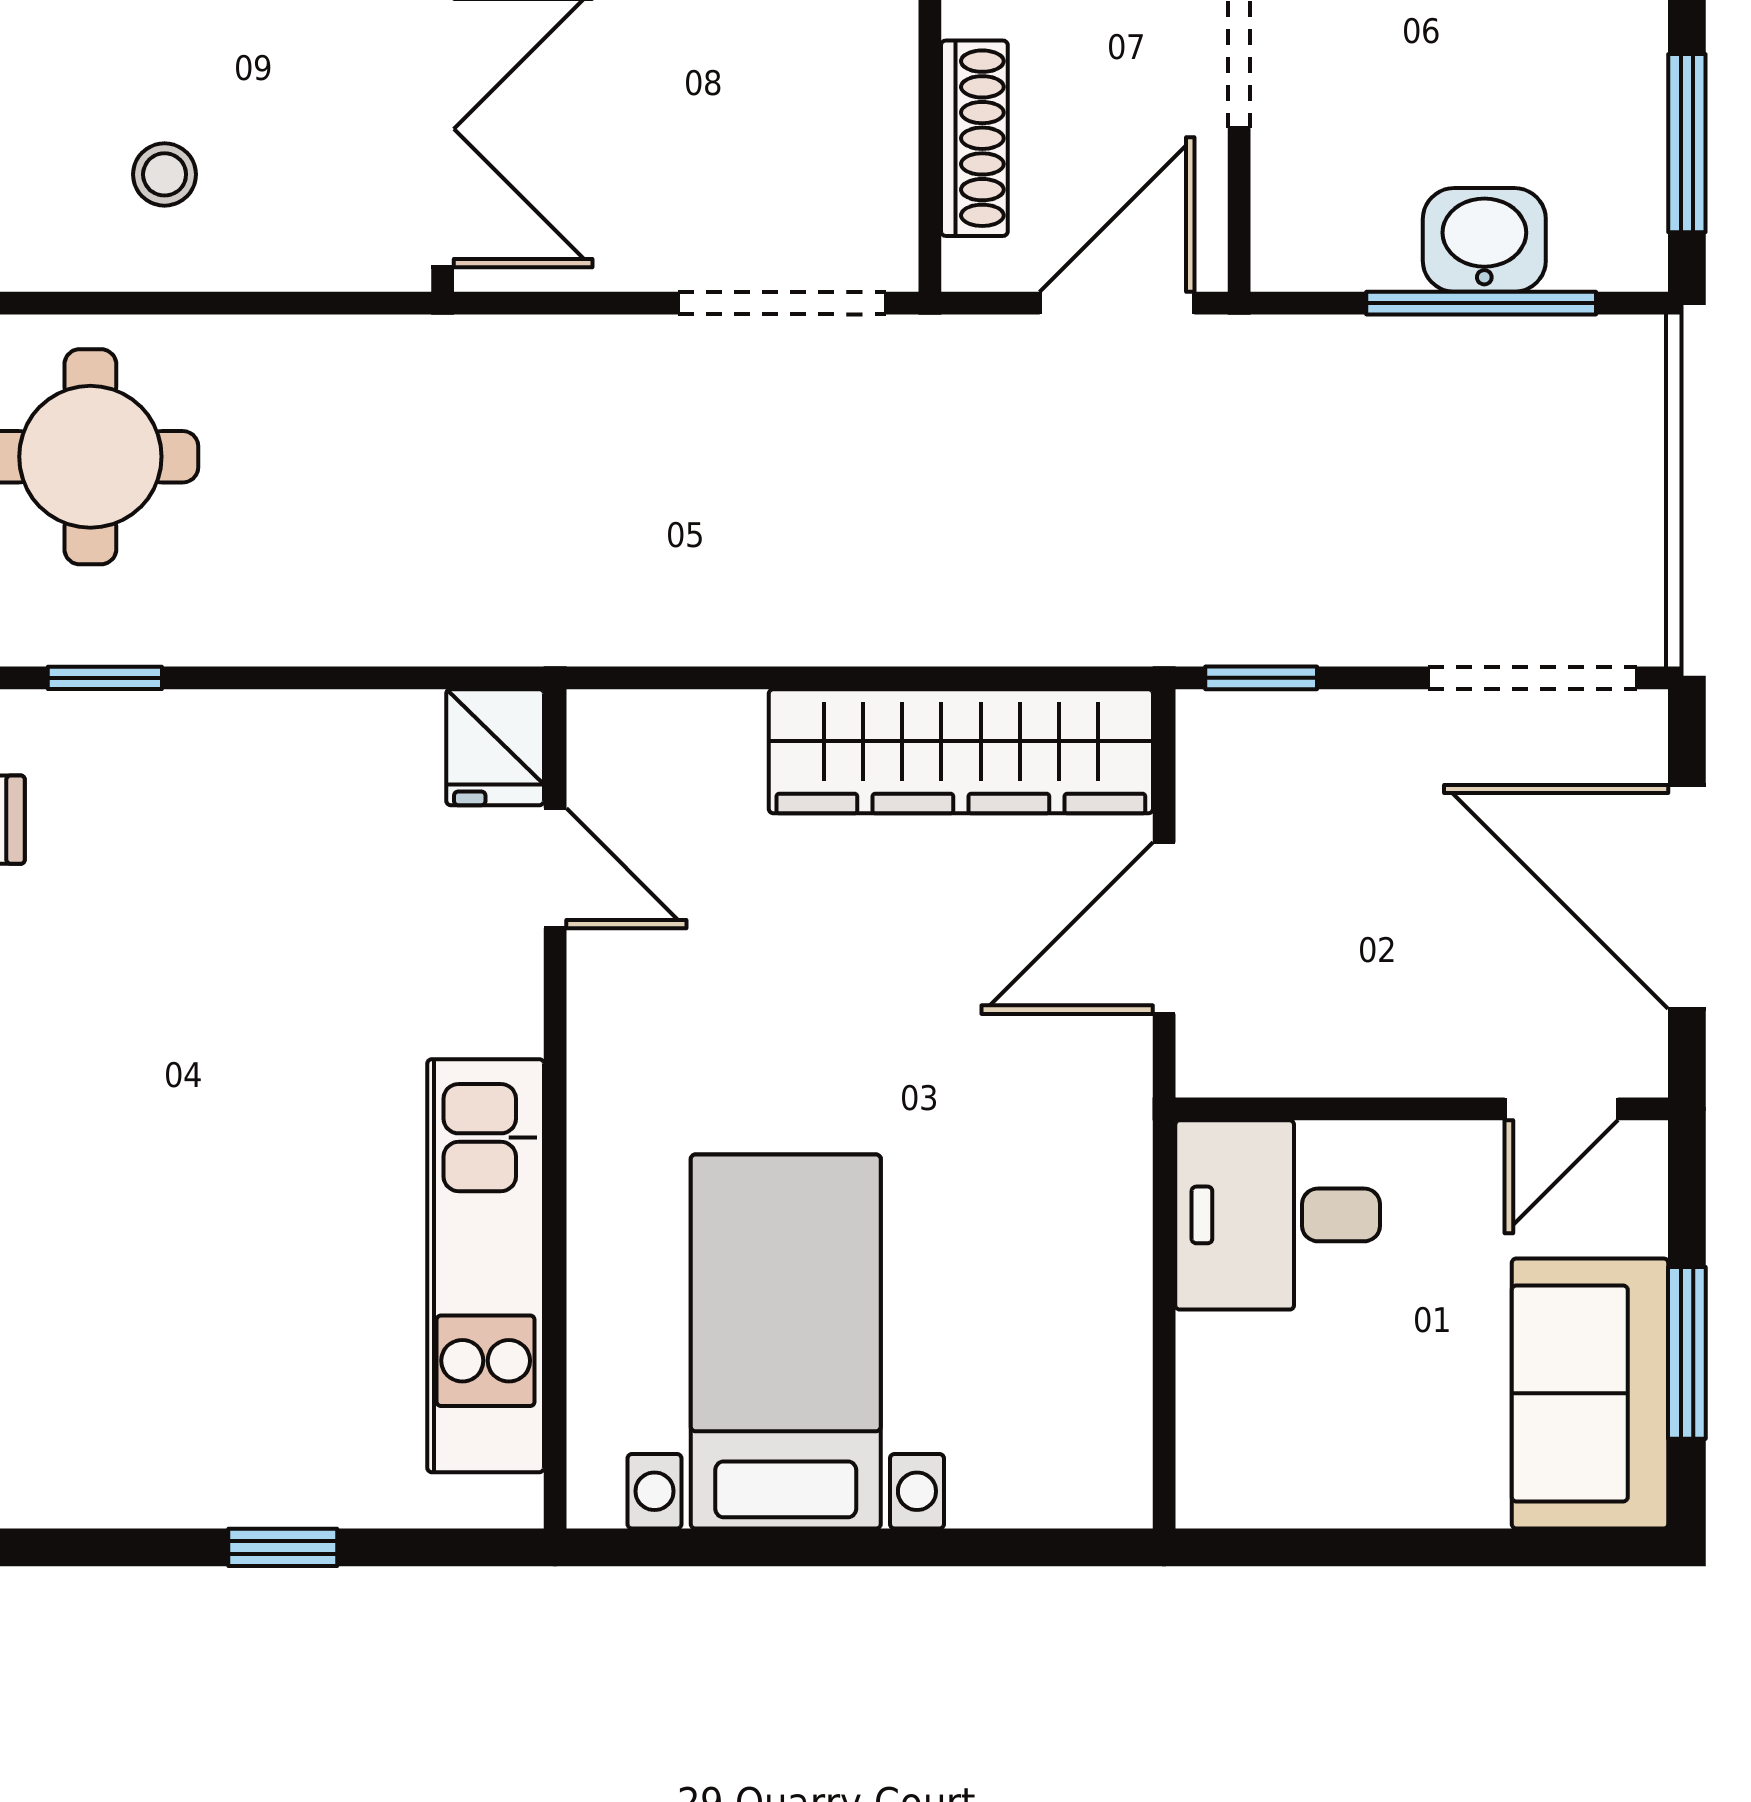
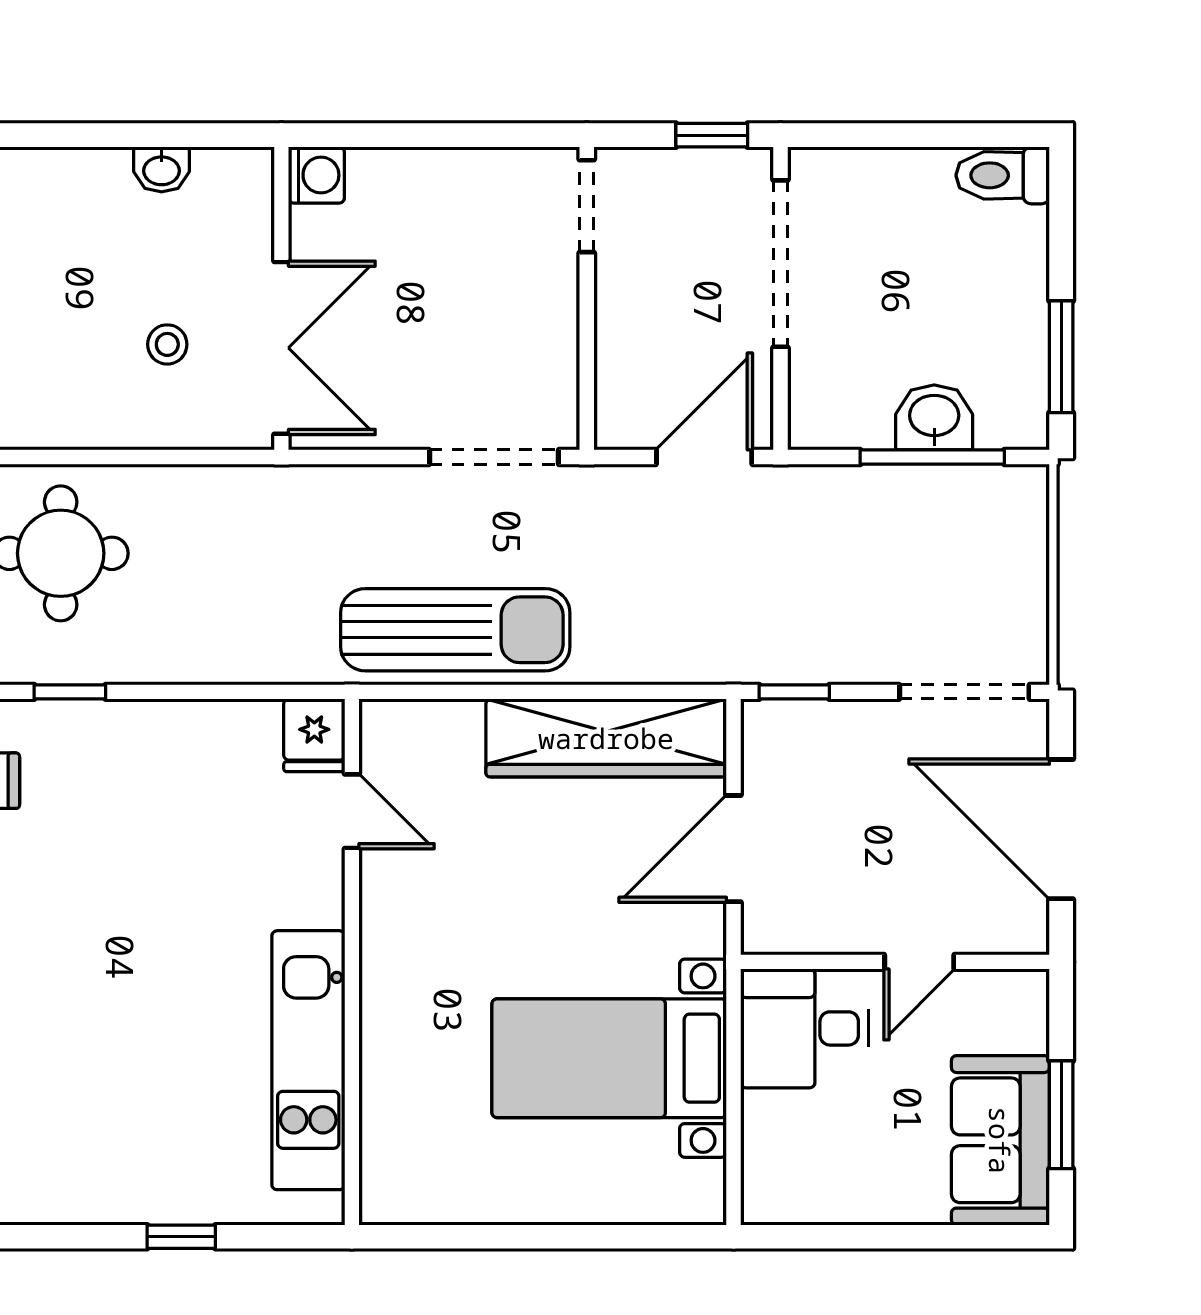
shoe rack: (974, 138) -> (615, 354), removed
stool: (165, 174) -> (167, 344), moved
sun lounger: (720, 579) -> (455, 630), added
door: (1561, 1109) -> (919, 962), moved
bed with nightstands: (786, 1342) -> (609, 1058), moved, turned -90

